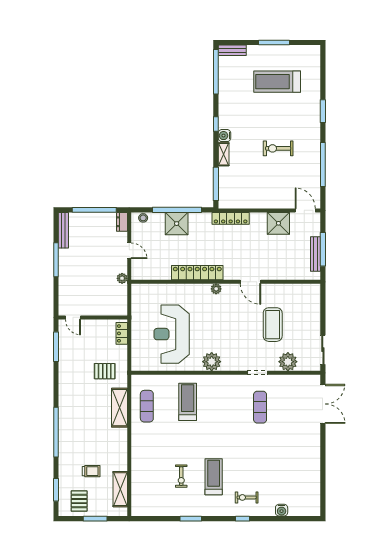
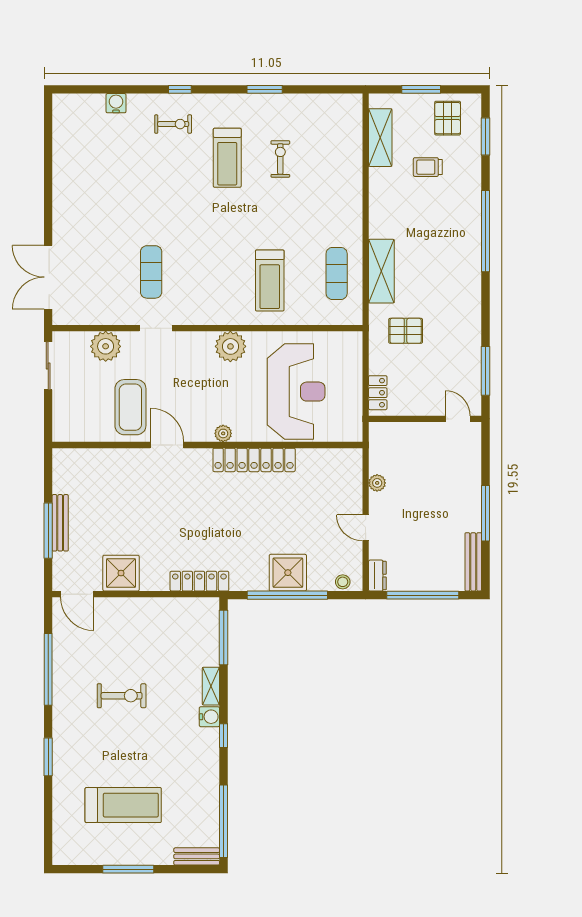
locker: (197, 273) -> (254, 460), moved
wall: (226, 282) -> (207, 445), moved
door: (250, 282) -> (167, 445), moved
plant: (216, 289) -> (223, 433), moved

